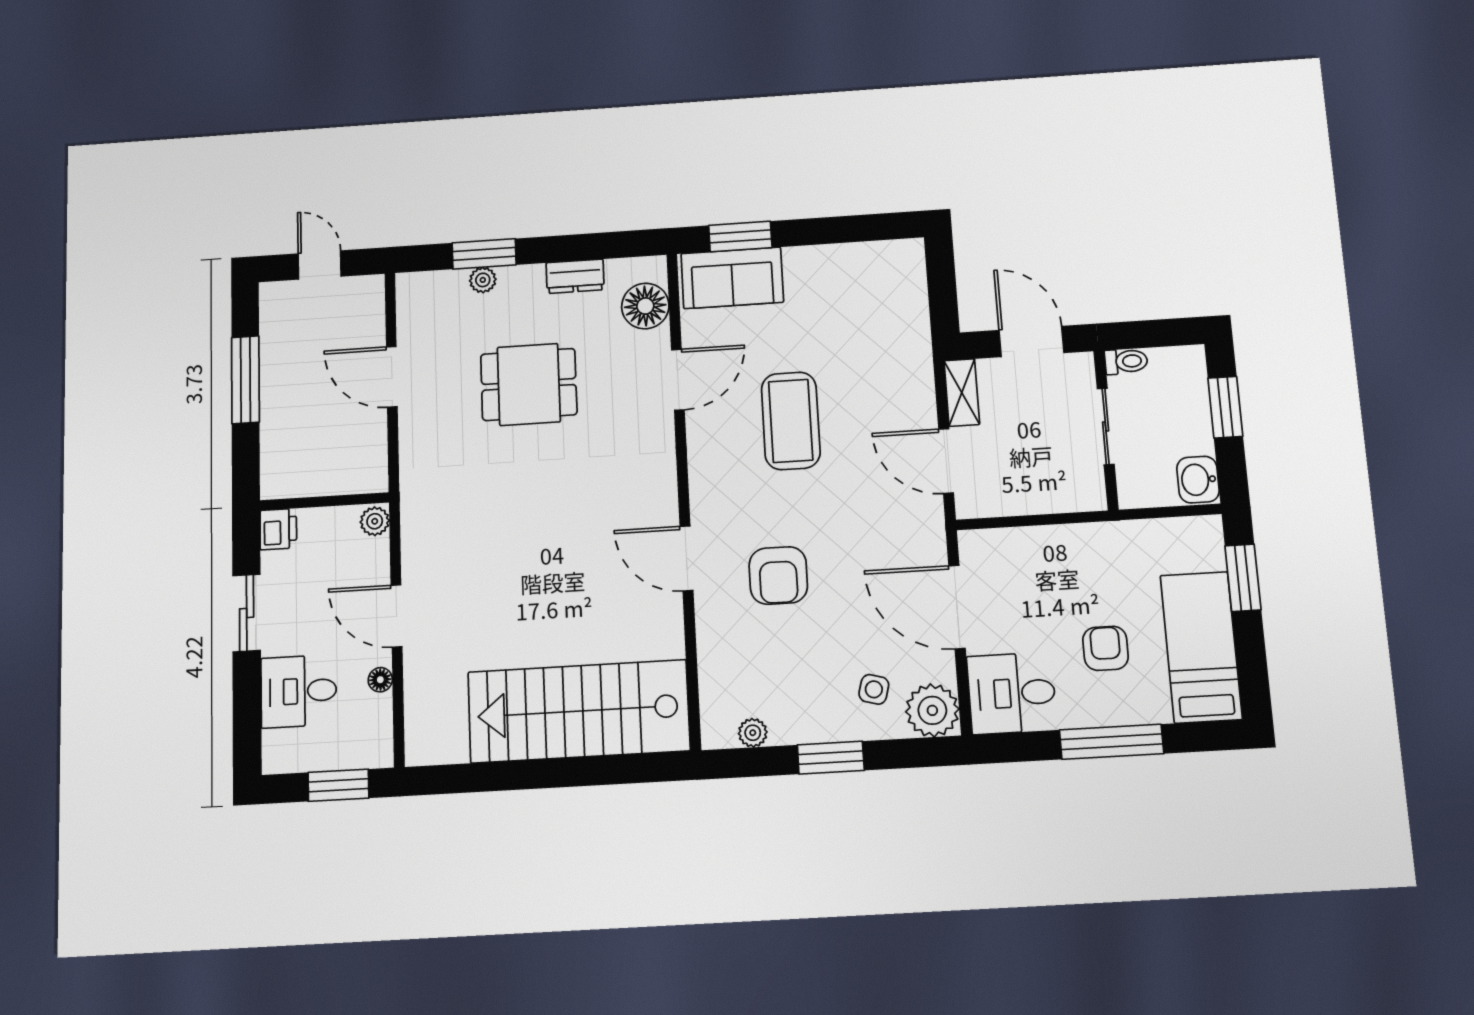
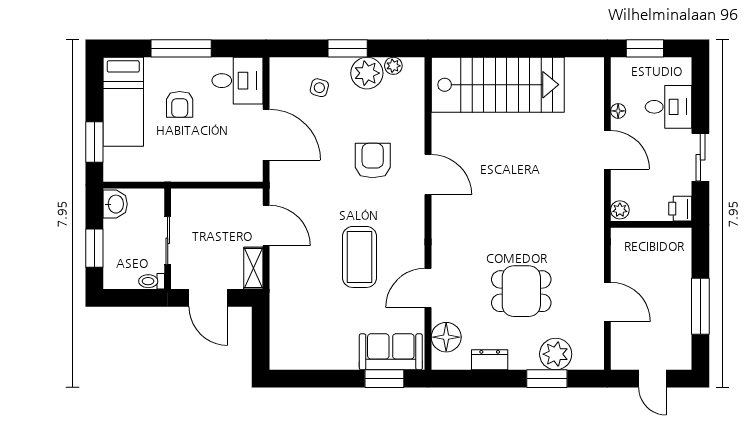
plant: (483, 280) -> (556, 354), width x1.88, depth x1.88
plant: (932, 710) -> (367, 73), moved

